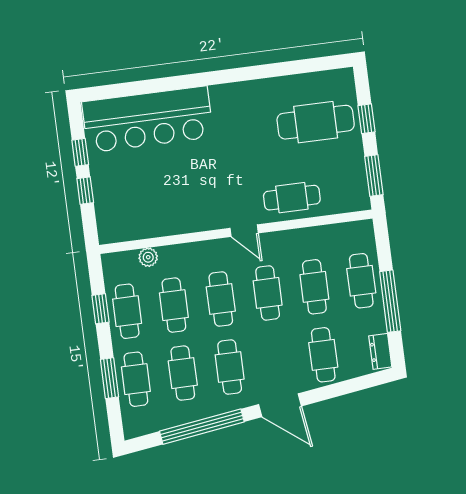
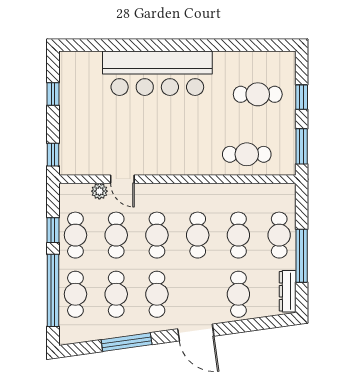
bar counter: (148, 119) -> (157, 73), moved
cafe table: (316, 122) -> (258, 94), width x0.73, depth x0.74
window: (85, 191) -> (53, 155), moved
cafe table: (292, 198) -> (247, 154), moved
door: (244, 231) -> (122, 179), moved
dresser: (380, 351) -> (288, 291), width x1.44
window: (109, 378) -> (53, 290), width x2.11
window: (202, 427) -> (127, 342), width x0.68

